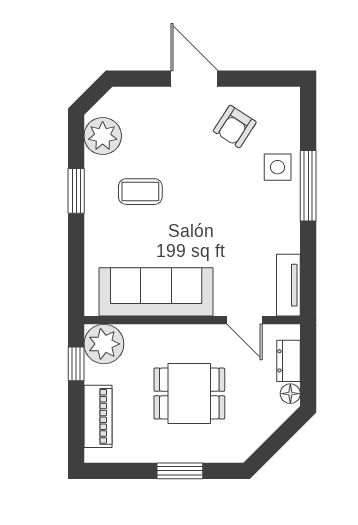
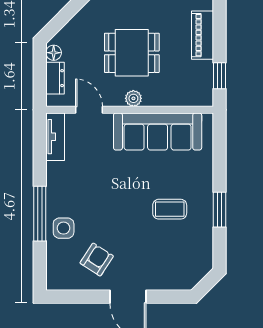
plant: (103, 136) -> (199, 252), removed
plant: (104, 344) -> (133, 98), moved, width x0.53, depth x0.53

